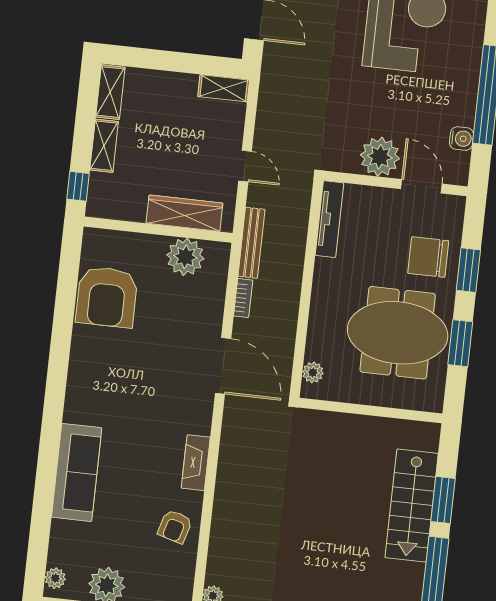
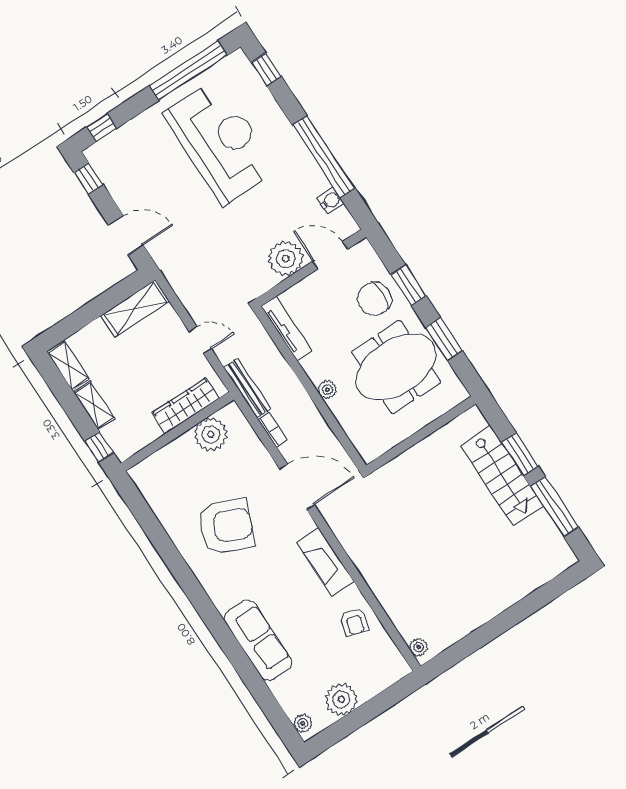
shelving: (224, 88) -> (135, 308), width x1.50, depth x1.33
armchair: (107, 297) -> (226, 526), moved, turned -67
plant: (313, 372) -> (327, 390), moved
fireplace: (196, 463) -> (325, 562), width x1.37, depth x1.32

